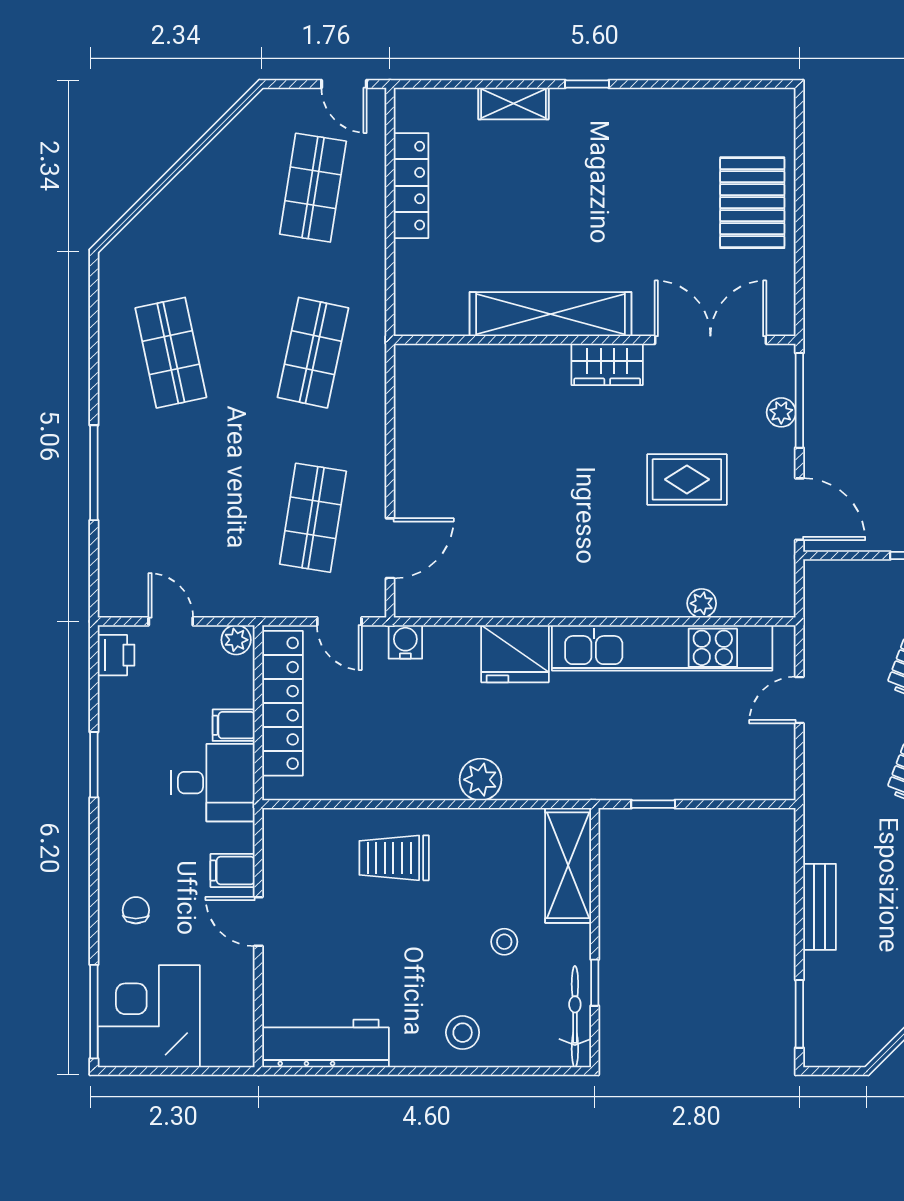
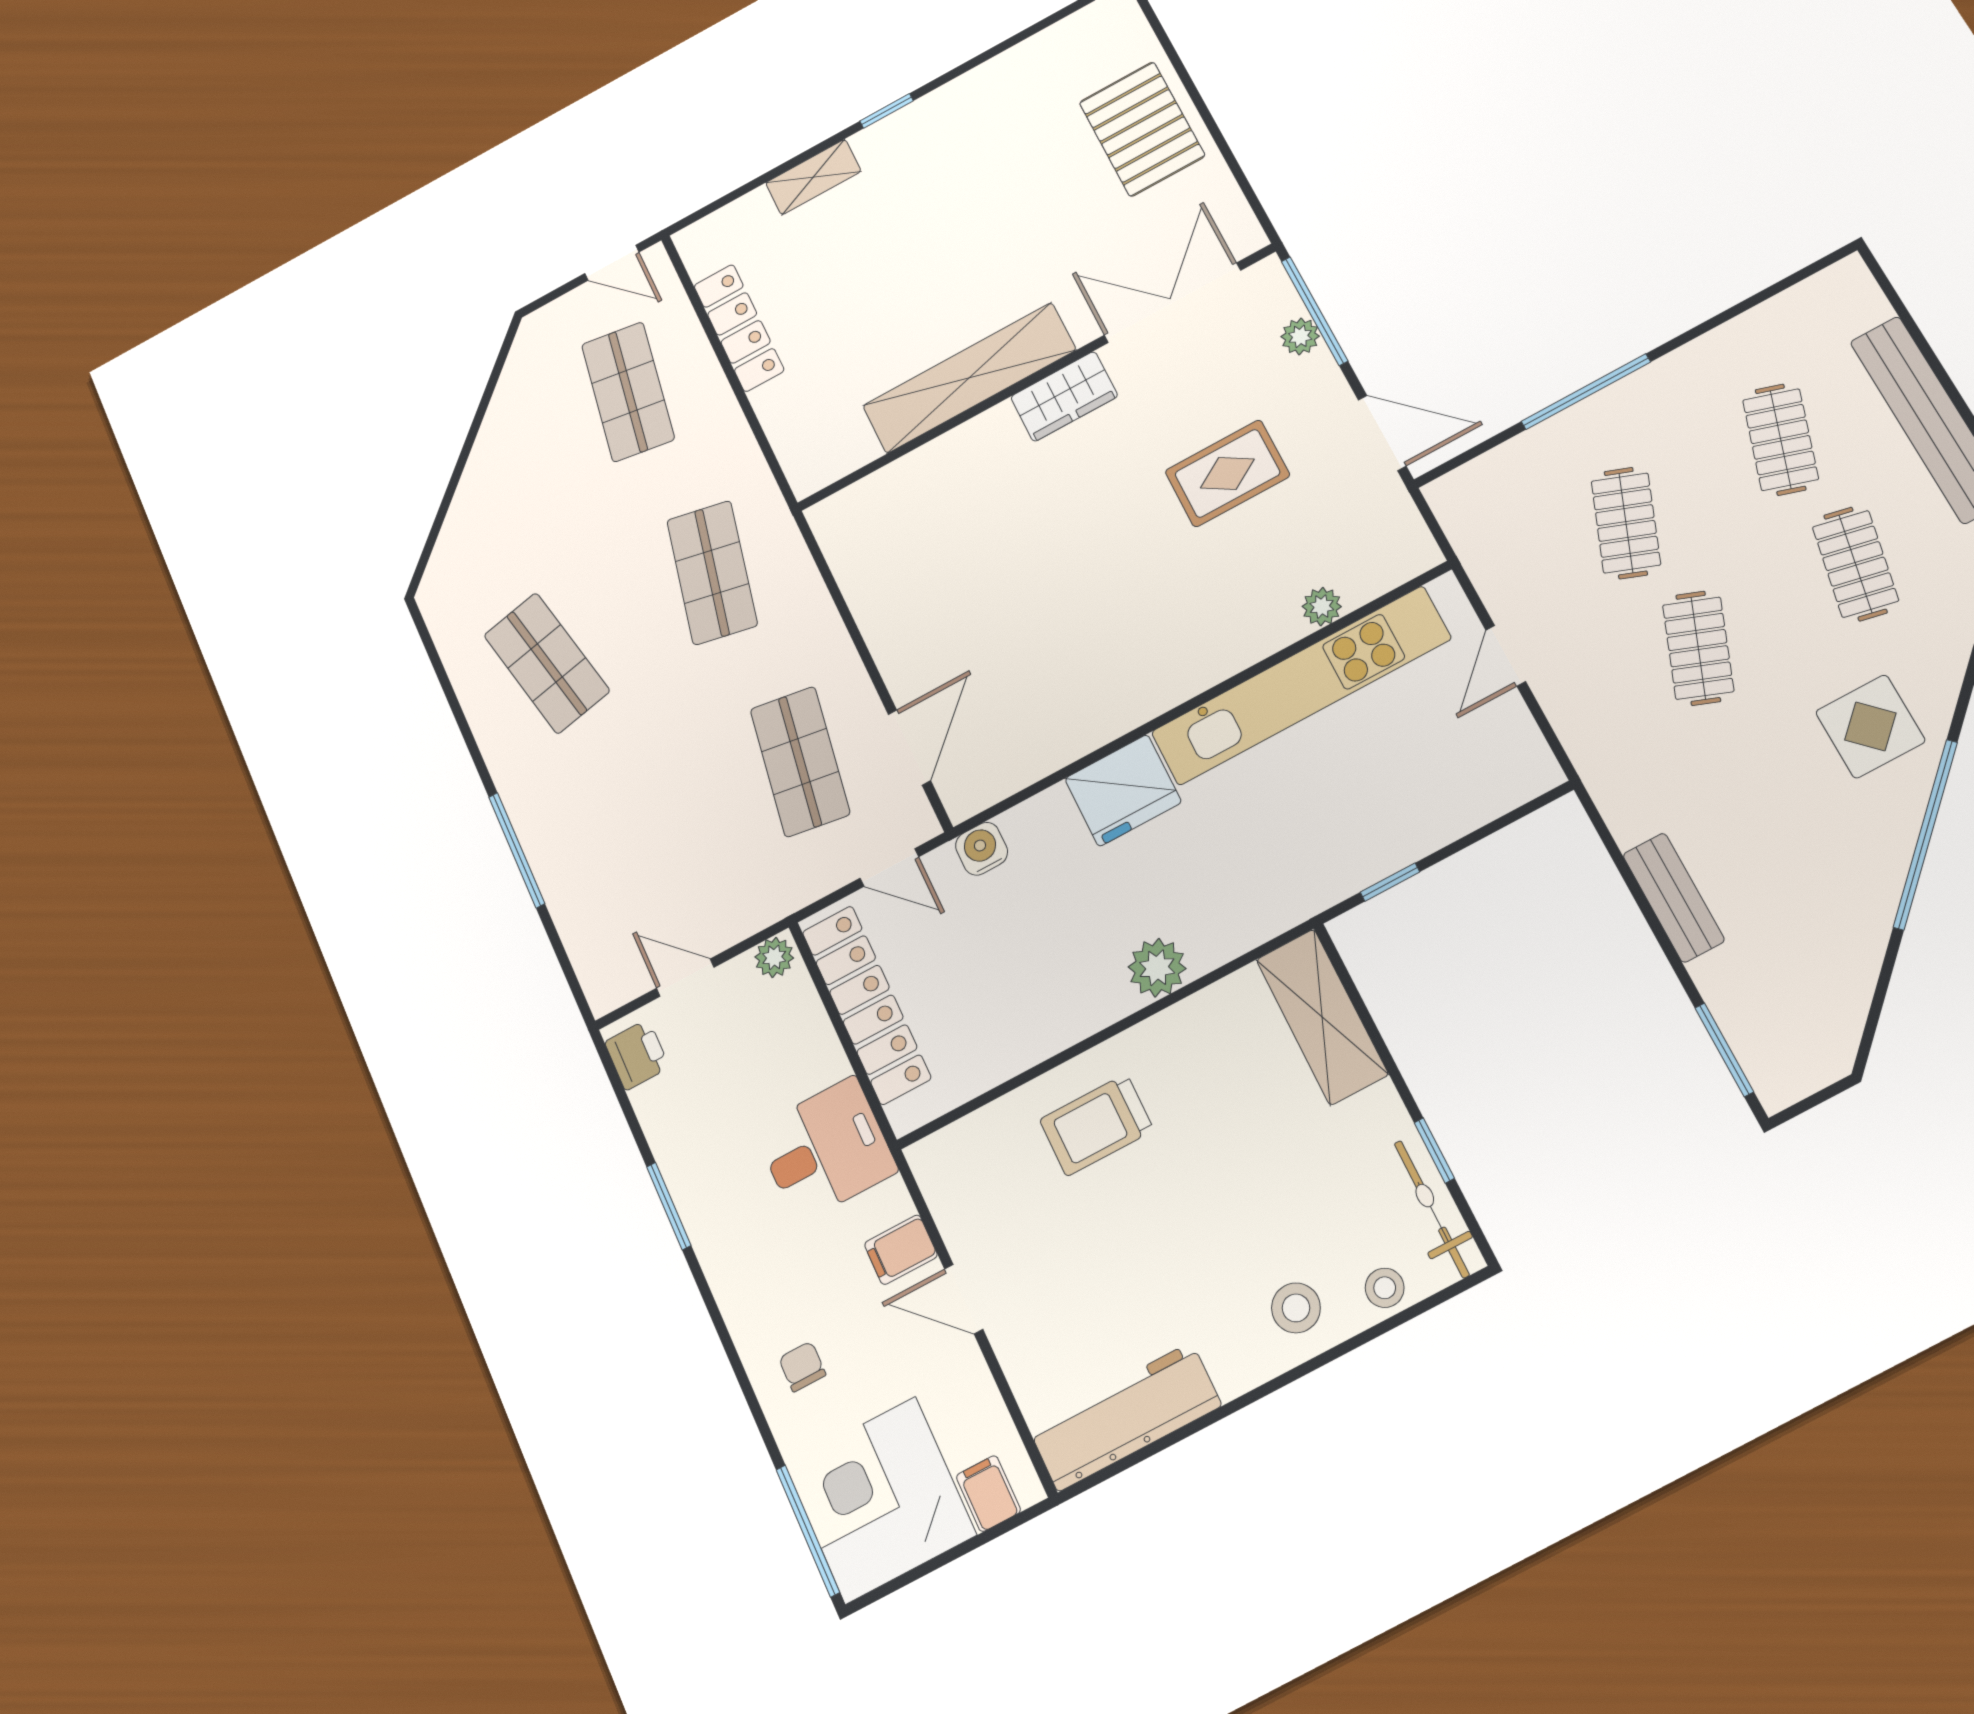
filing cabinet: (234, 725) -> (988, 1494), moved, turned 90
stool: (504, 942) -> (1385, 1288), moved

